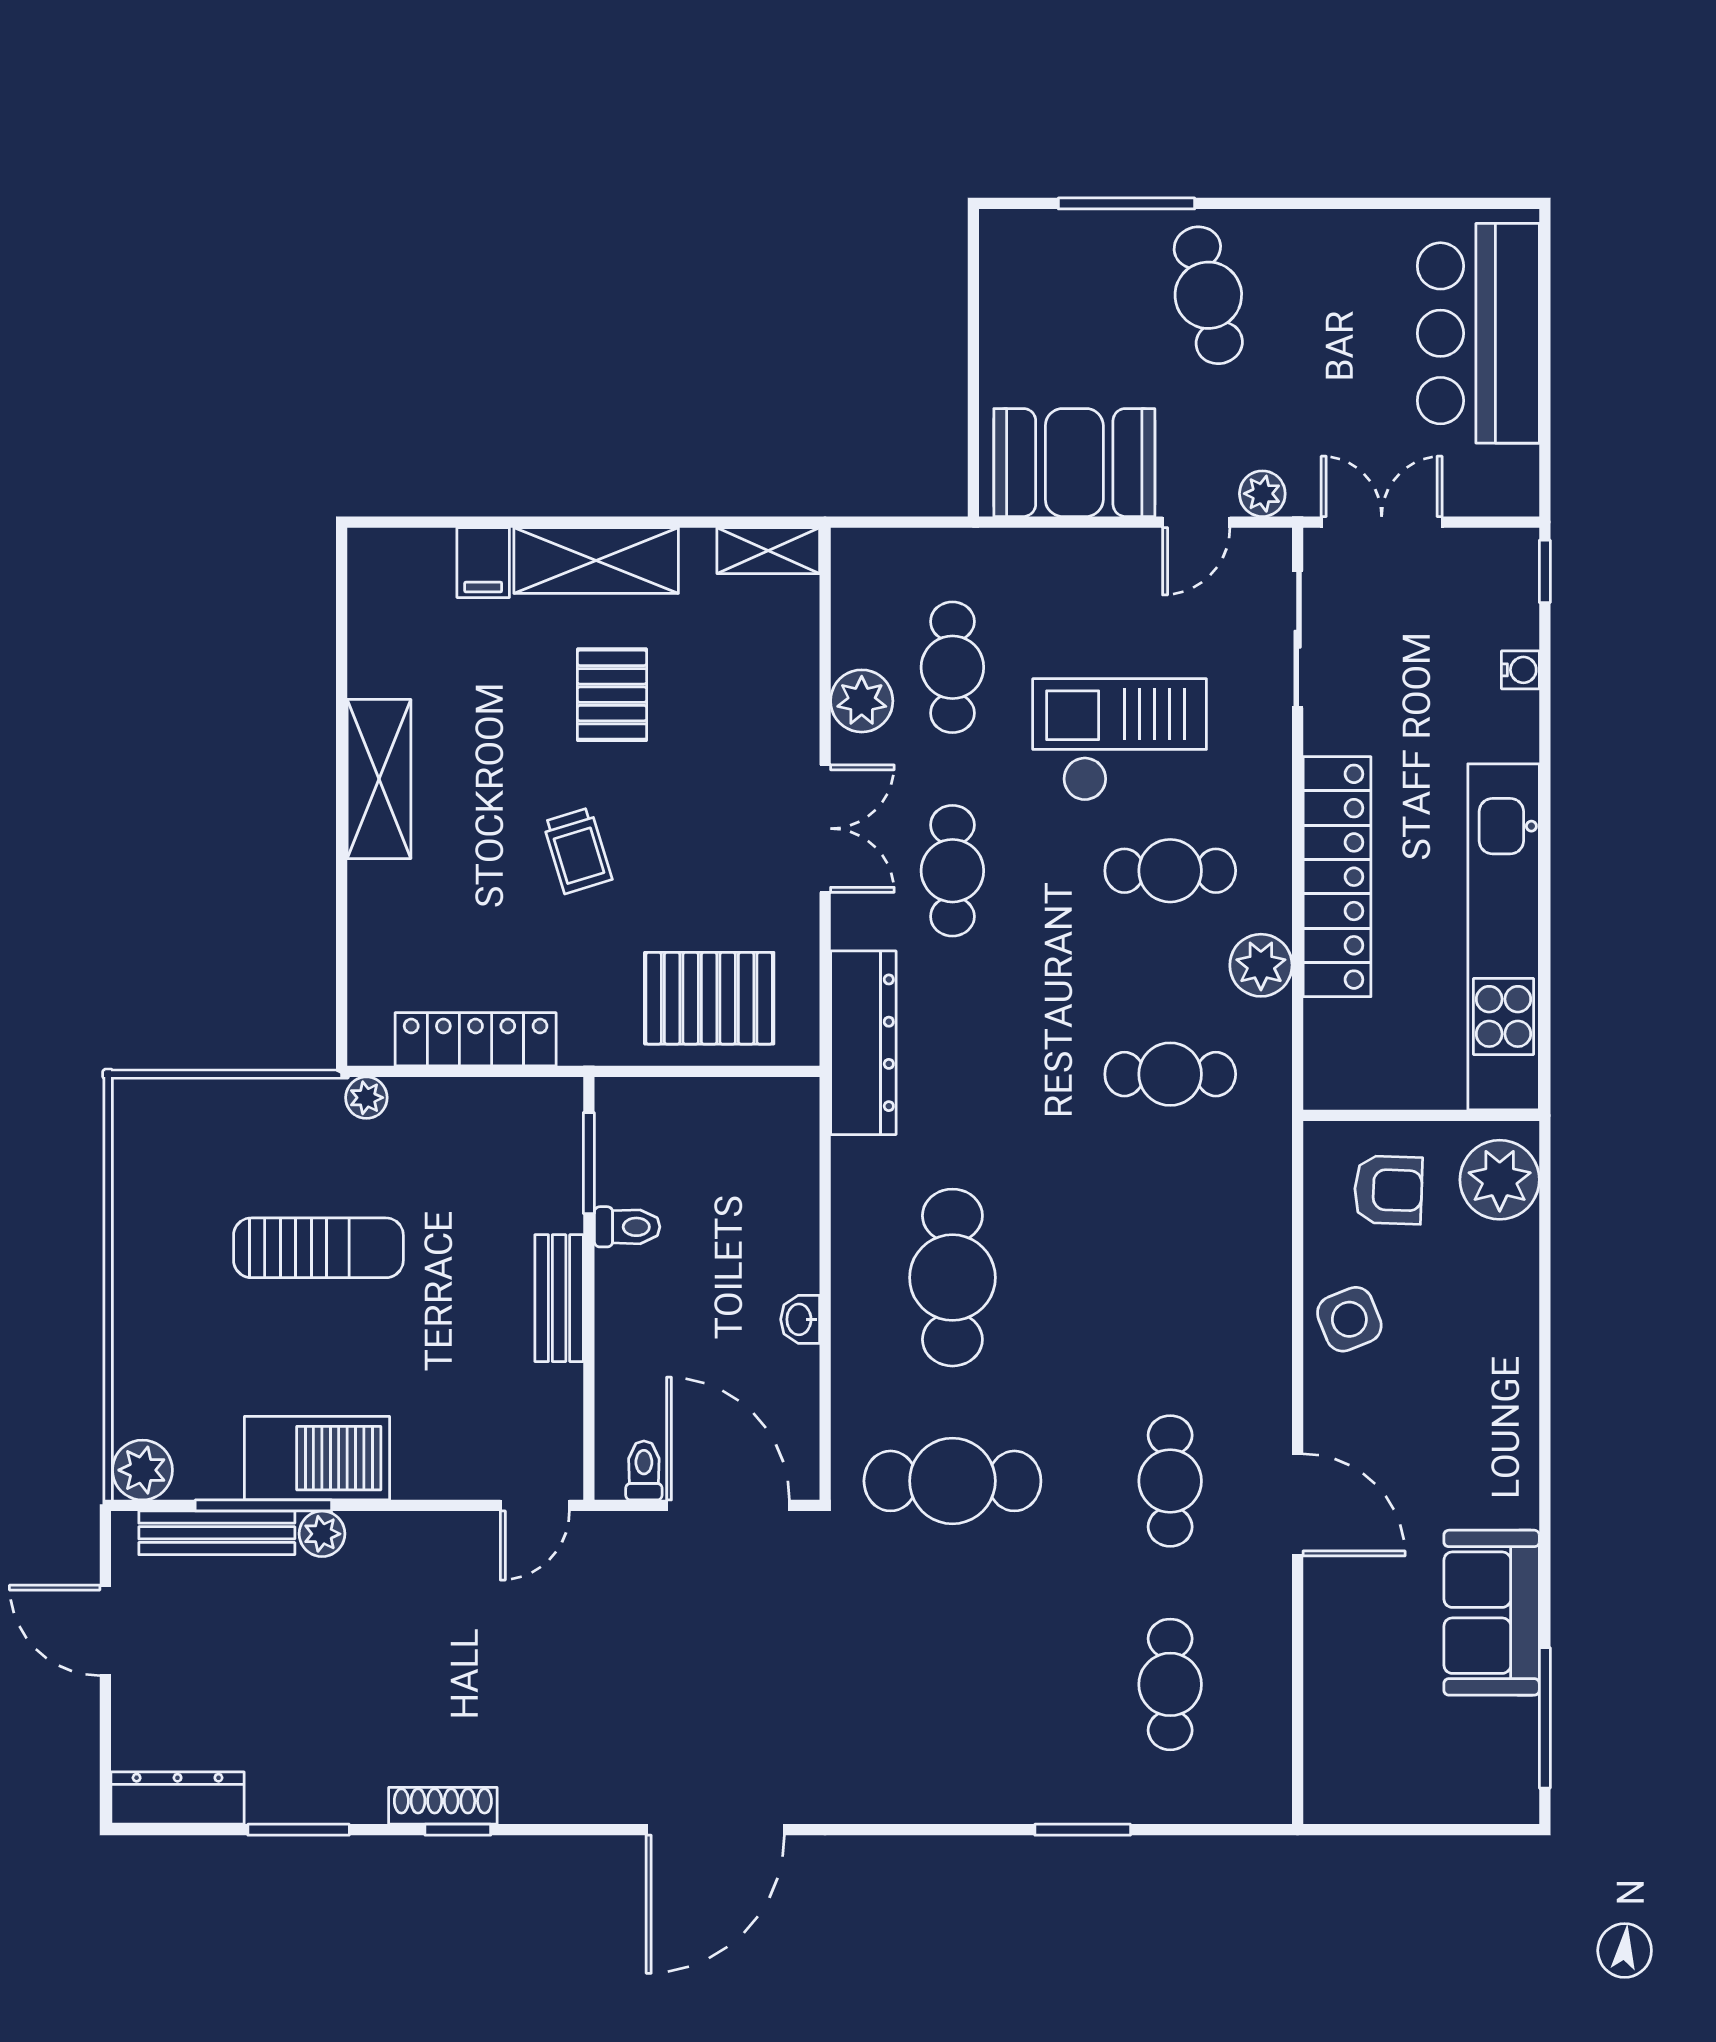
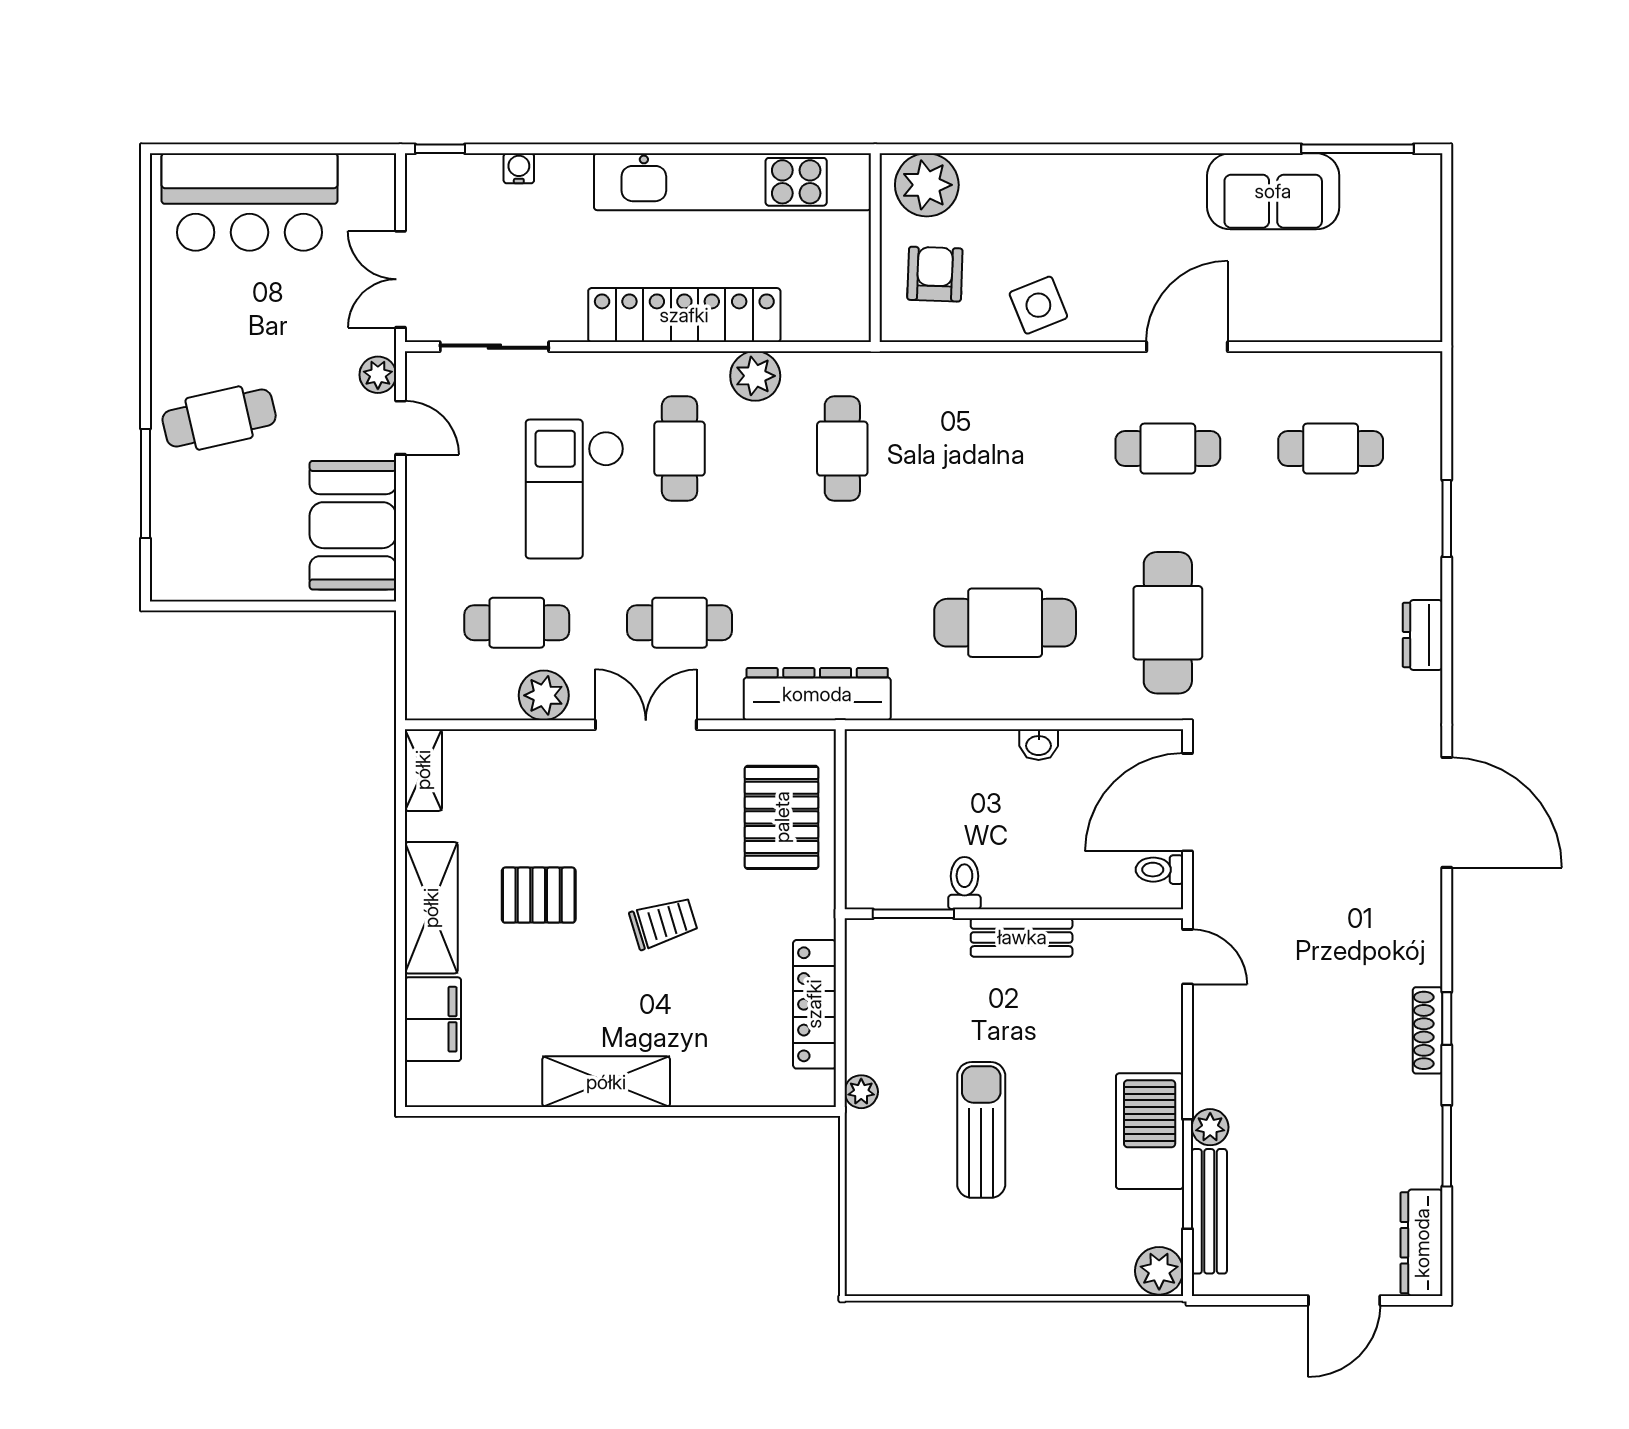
filing cabinet: (483, 563) -> (433, 1019), width x2.00
door: (105, 1630) -> (1344, 1301), moved
dresser: (937, 1799) -> (1423, 635), added

